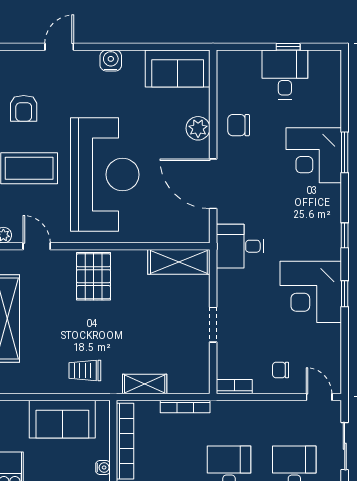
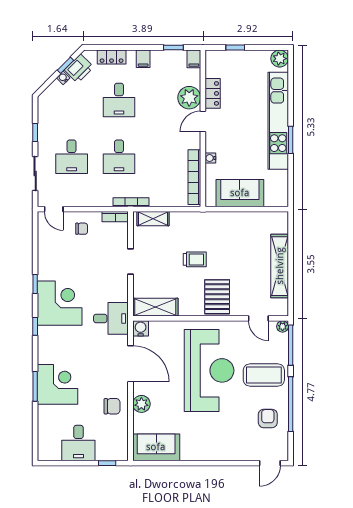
door: (59, 47) -> (270, 463), moved
window: (288, 47) -> (107, 463), moved
water cooler: (111, 61) -> (141, 328), moved, turned 180
reception desk: (105, 175) -> (209, 370), turned 180
corner desk: (311, 292) -> (60, 303), moved
trolley: (85, 370) -> (195, 259), moved
shelving: (145, 384) -> (153, 219), moved
bookcase: (185, 407) -> (131, 202), moved

